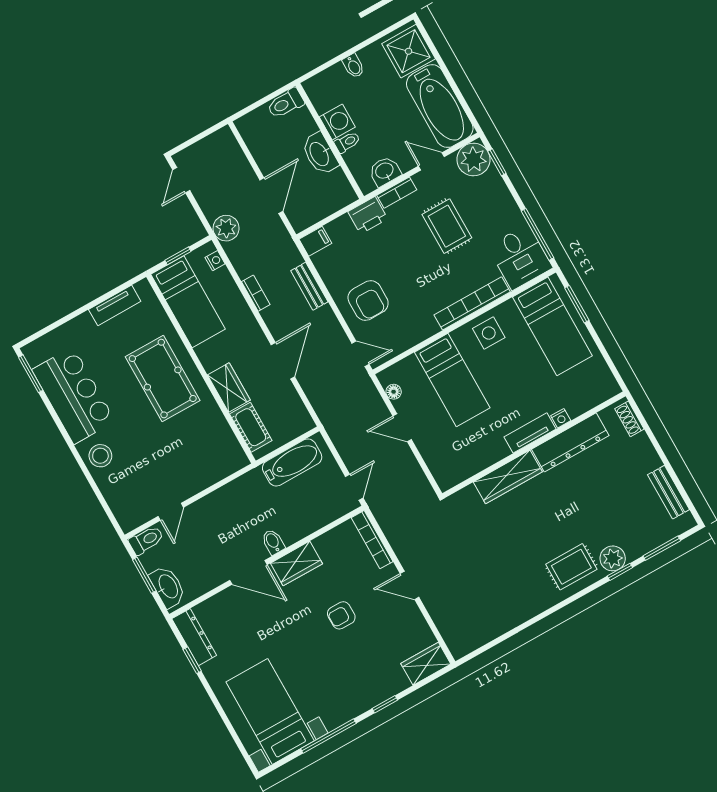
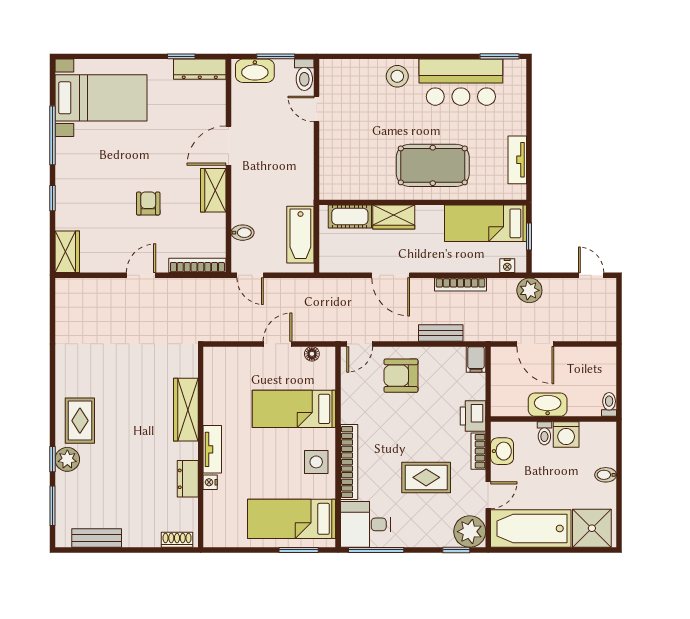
toilet: (286, 103) -> (609, 404), width x0.73, depth x0.72
bookcase: (256, 293) -> (461, 284), width x1.56
dresser: (570, 442) -> (188, 479), width x0.51, depth x0.80
bidet: (273, 542) -> (243, 233), moved

